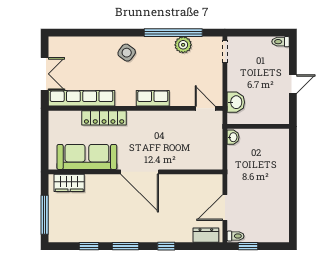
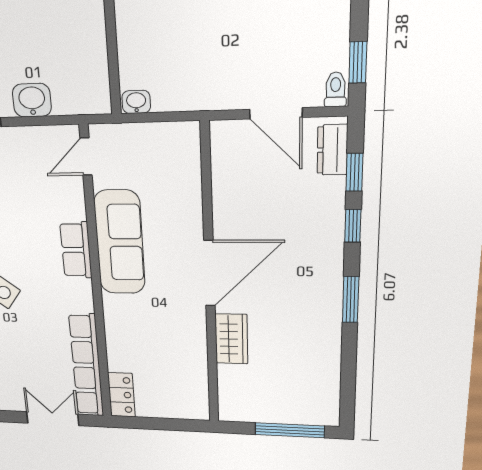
washbasin: (236, 102) -> (32, 100), moved
locker: (104, 118) -> (121, 395), moved, width x0.66
sofa: (87, 157) -> (120, 242), moved, turned 180
wardrobe: (69, 183) -> (231, 339), moved
window: (89, 246) -> (354, 172), moved

